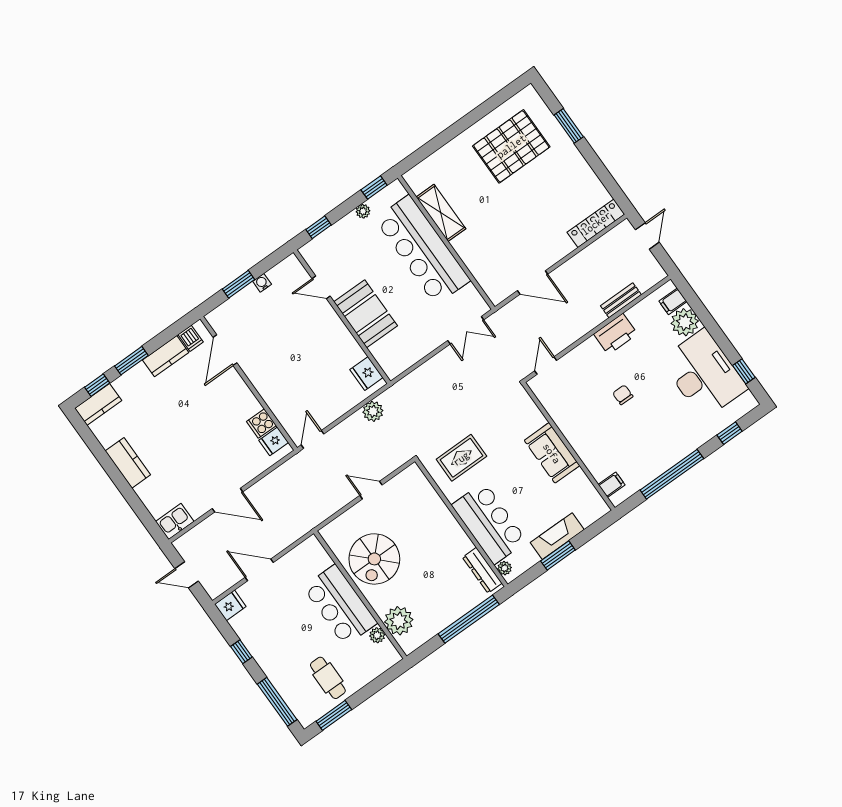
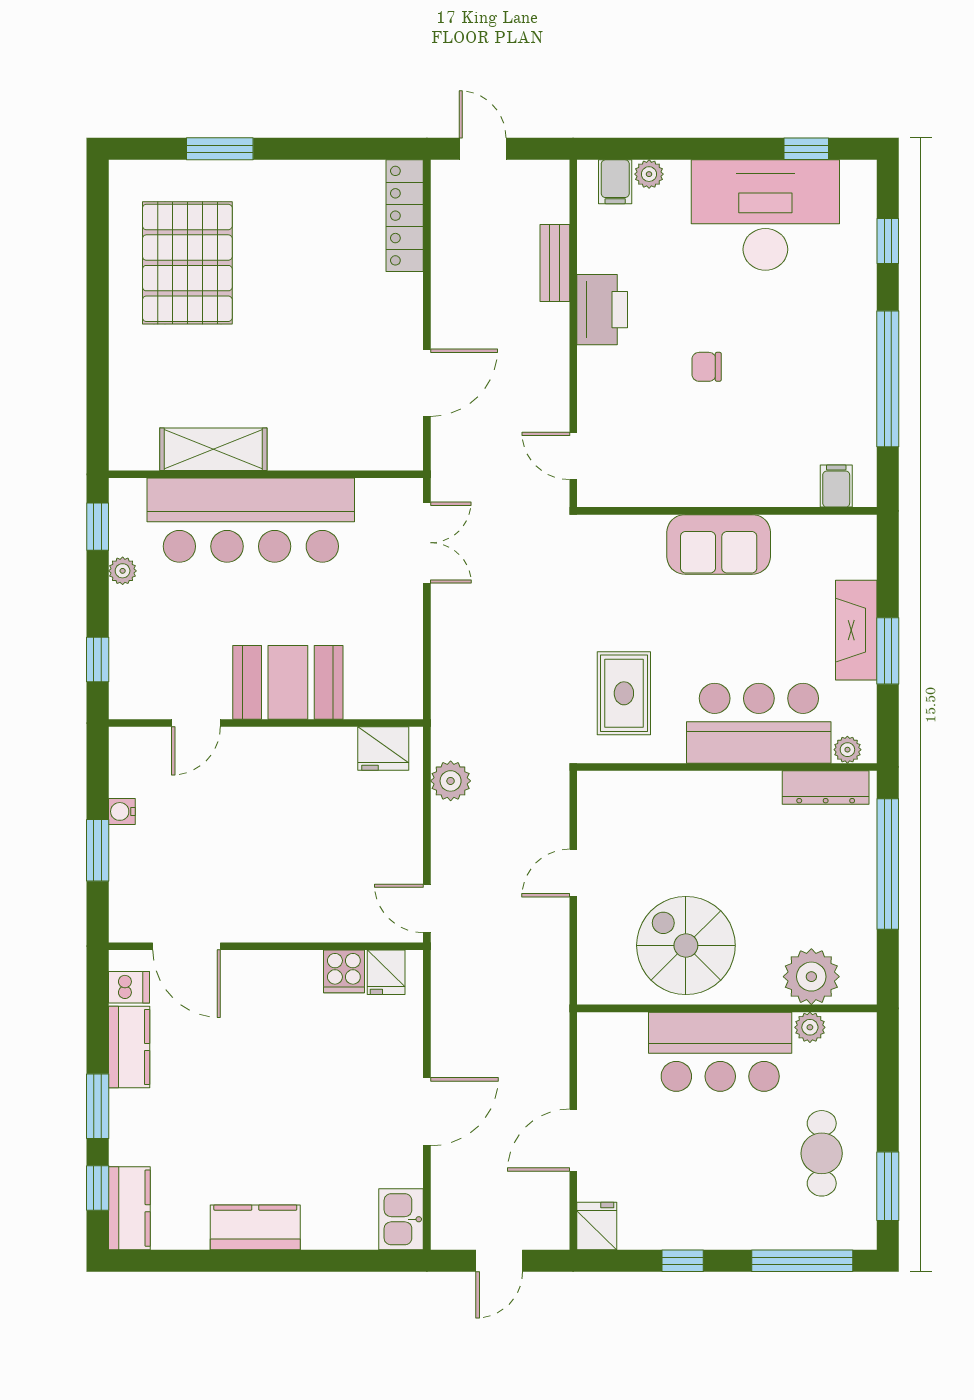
plant: (685, 322) -> (649, 174), width x0.53, depth x0.53
spiral stairs: (374, 559) -> (686, 945), turned 180
cafe table: (328, 678) -> (822, 1153), turned 90

